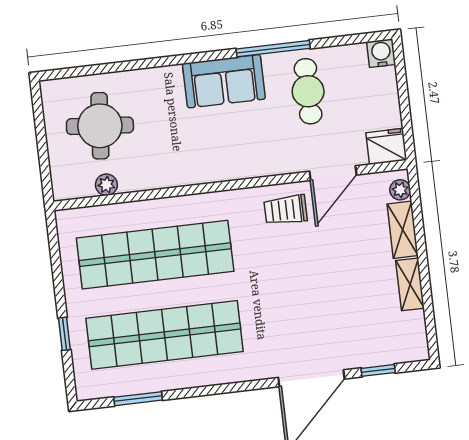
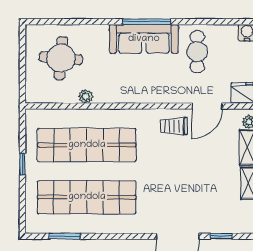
window: (273, 49) -> (146, 22), moved
sofa: (224, 81) -> (144, 39), width x1.36
plant: (106, 185) -> (86, 96), moved
window: (64, 334) -> (22, 164), moved

